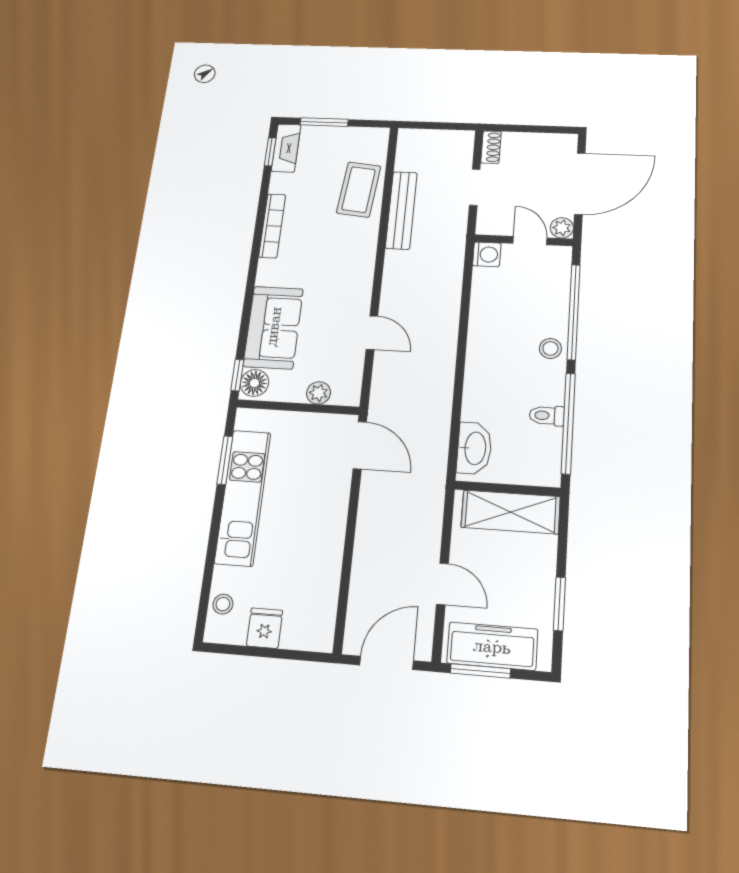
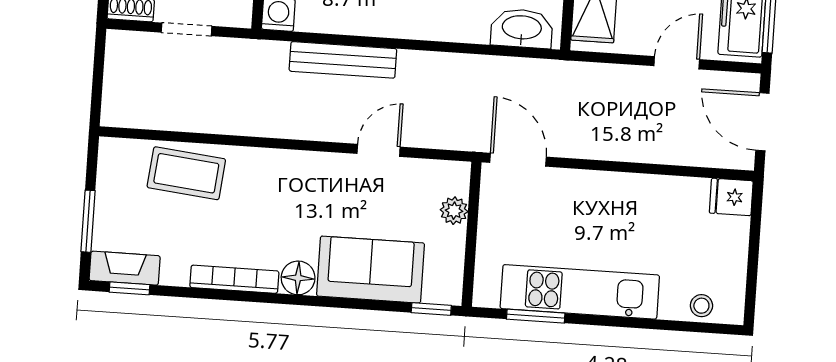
bench: (401, 210) -> (343, 60), moved
floor lamp: (254, 383) -> (298, 278), moved
door: (360, 445) -> (518, 160), hinge flipped
fridge: (265, 628) -> (731, 197), moved

